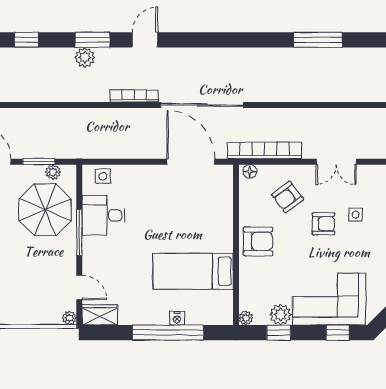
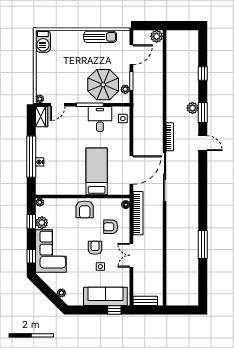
armchair: (288, 197) -> (111, 227), turned -53
armchair: (323, 224) -> (95, 248), turned 180
bed: (193, 271) -> (97, 171), moved

